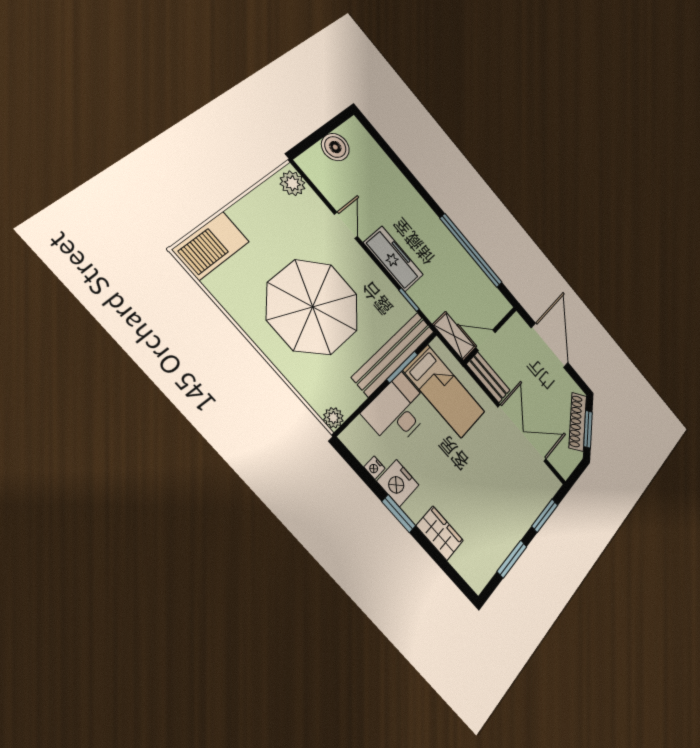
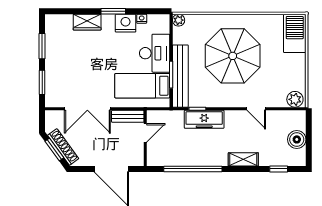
window: (385, 146) -> (279, 169), added
freezer: (393, 259) -> (204, 119), moved
shelving: (454, 336) -> (243, 159), moved

